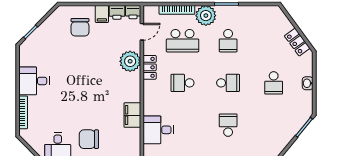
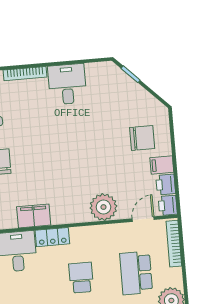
bookcase: (177, 10) -> (174, 244), moved
chair: (80, 27) -> (142, 138), turned 180
door: (142, 32) -> (143, 219), swing flipped
locker: (150, 67) -> (52, 237), moved

